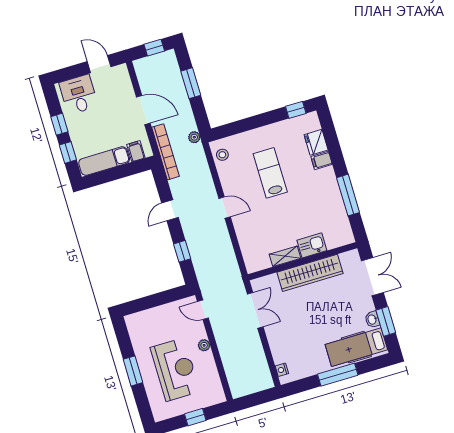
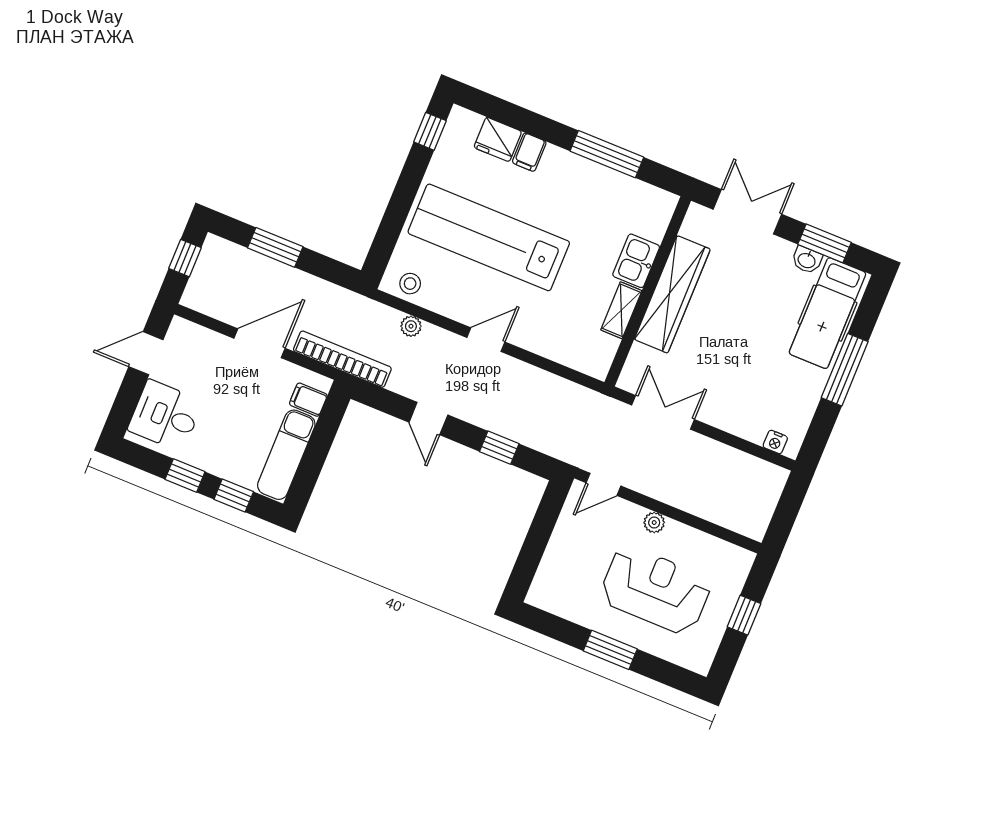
plant: (194, 137) -> (411, 326), moved
lab bench: (270, 173) -> (489, 237), width x1.86, depth x1.39

